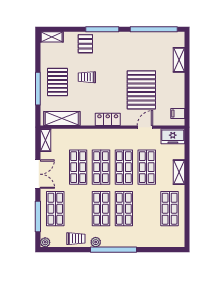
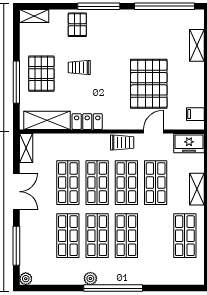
locker: (108, 119) -> (87, 122), moved
shop shelf: (55, 209) -> (68, 236), moved
trolley: (76, 239) -> (122, 143), moved

